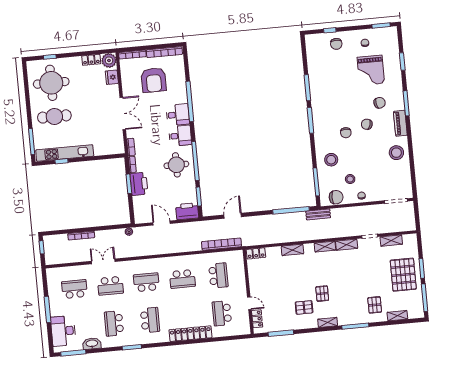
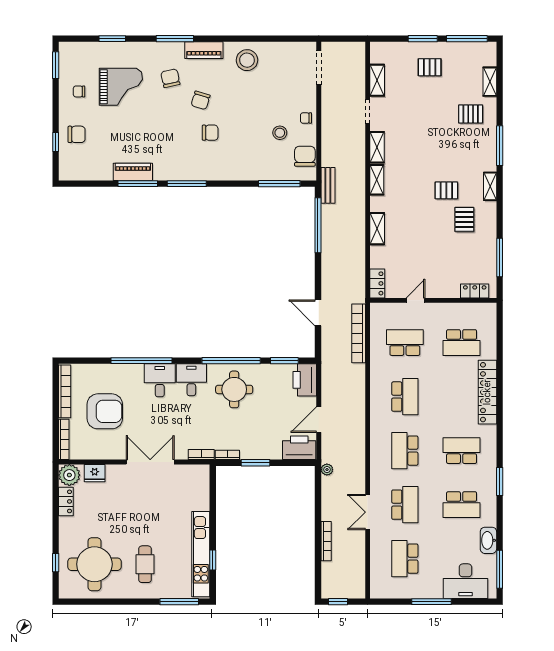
piano: (315, 84) -> (133, 172), added
cafe table: (54, 116) -> (145, 564), width x0.73, depth x0.74
stool: (331, 160) -> (248, 158), removed
printer: (139, 184) -> (299, 448), moved
pallet: (403, 275) -> (430, 67), width x0.49, depth x0.50
door: (249, 303) -> (416, 300), moved

